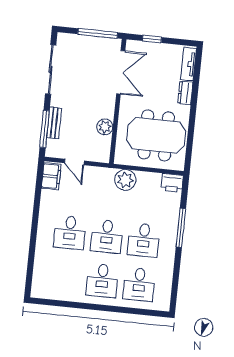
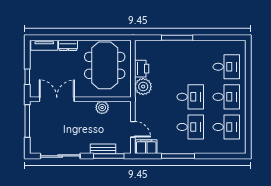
door: (74, 162) -> (133, 129), hinge flipped
printer: (172, 183) -> (142, 69), moved
window: (36, 214) -> (178, 156), added
desk: (144, 240) -> (226, 127), moved

